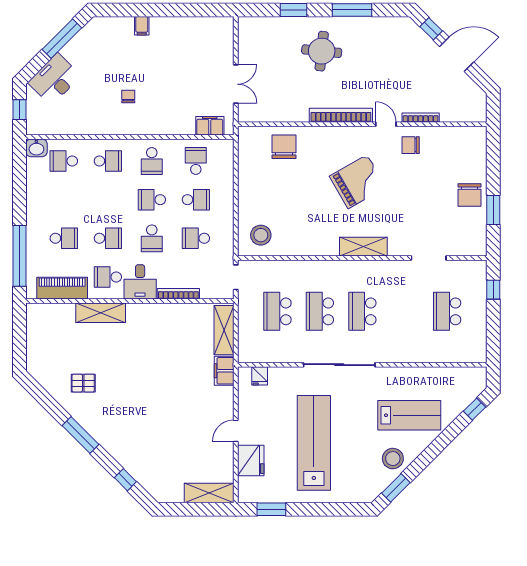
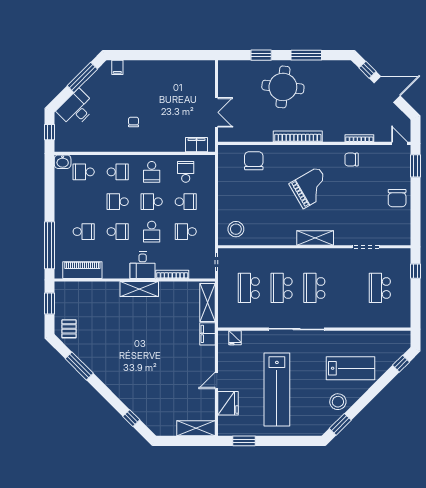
filing cabinet: (142, 26) -> (117, 67), moved
round table: (322, 51) -> (283, 87), width x1.36, depth x1.36
door: (386, 124) -> (400, 143), moved
window: (493, 210) -> (416, 166), moved
school desk: (108, 277) -> (118, 202), moved
shelving: (101, 313) -> (139, 289), moved
window: (19, 332) -> (49, 304), added
pallet: (83, 383) -> (69, 329), moved, turned 90
window: (81, 435) -> (79, 366), moved
lab bench: (314, 443) -> (277, 390), turned 180

